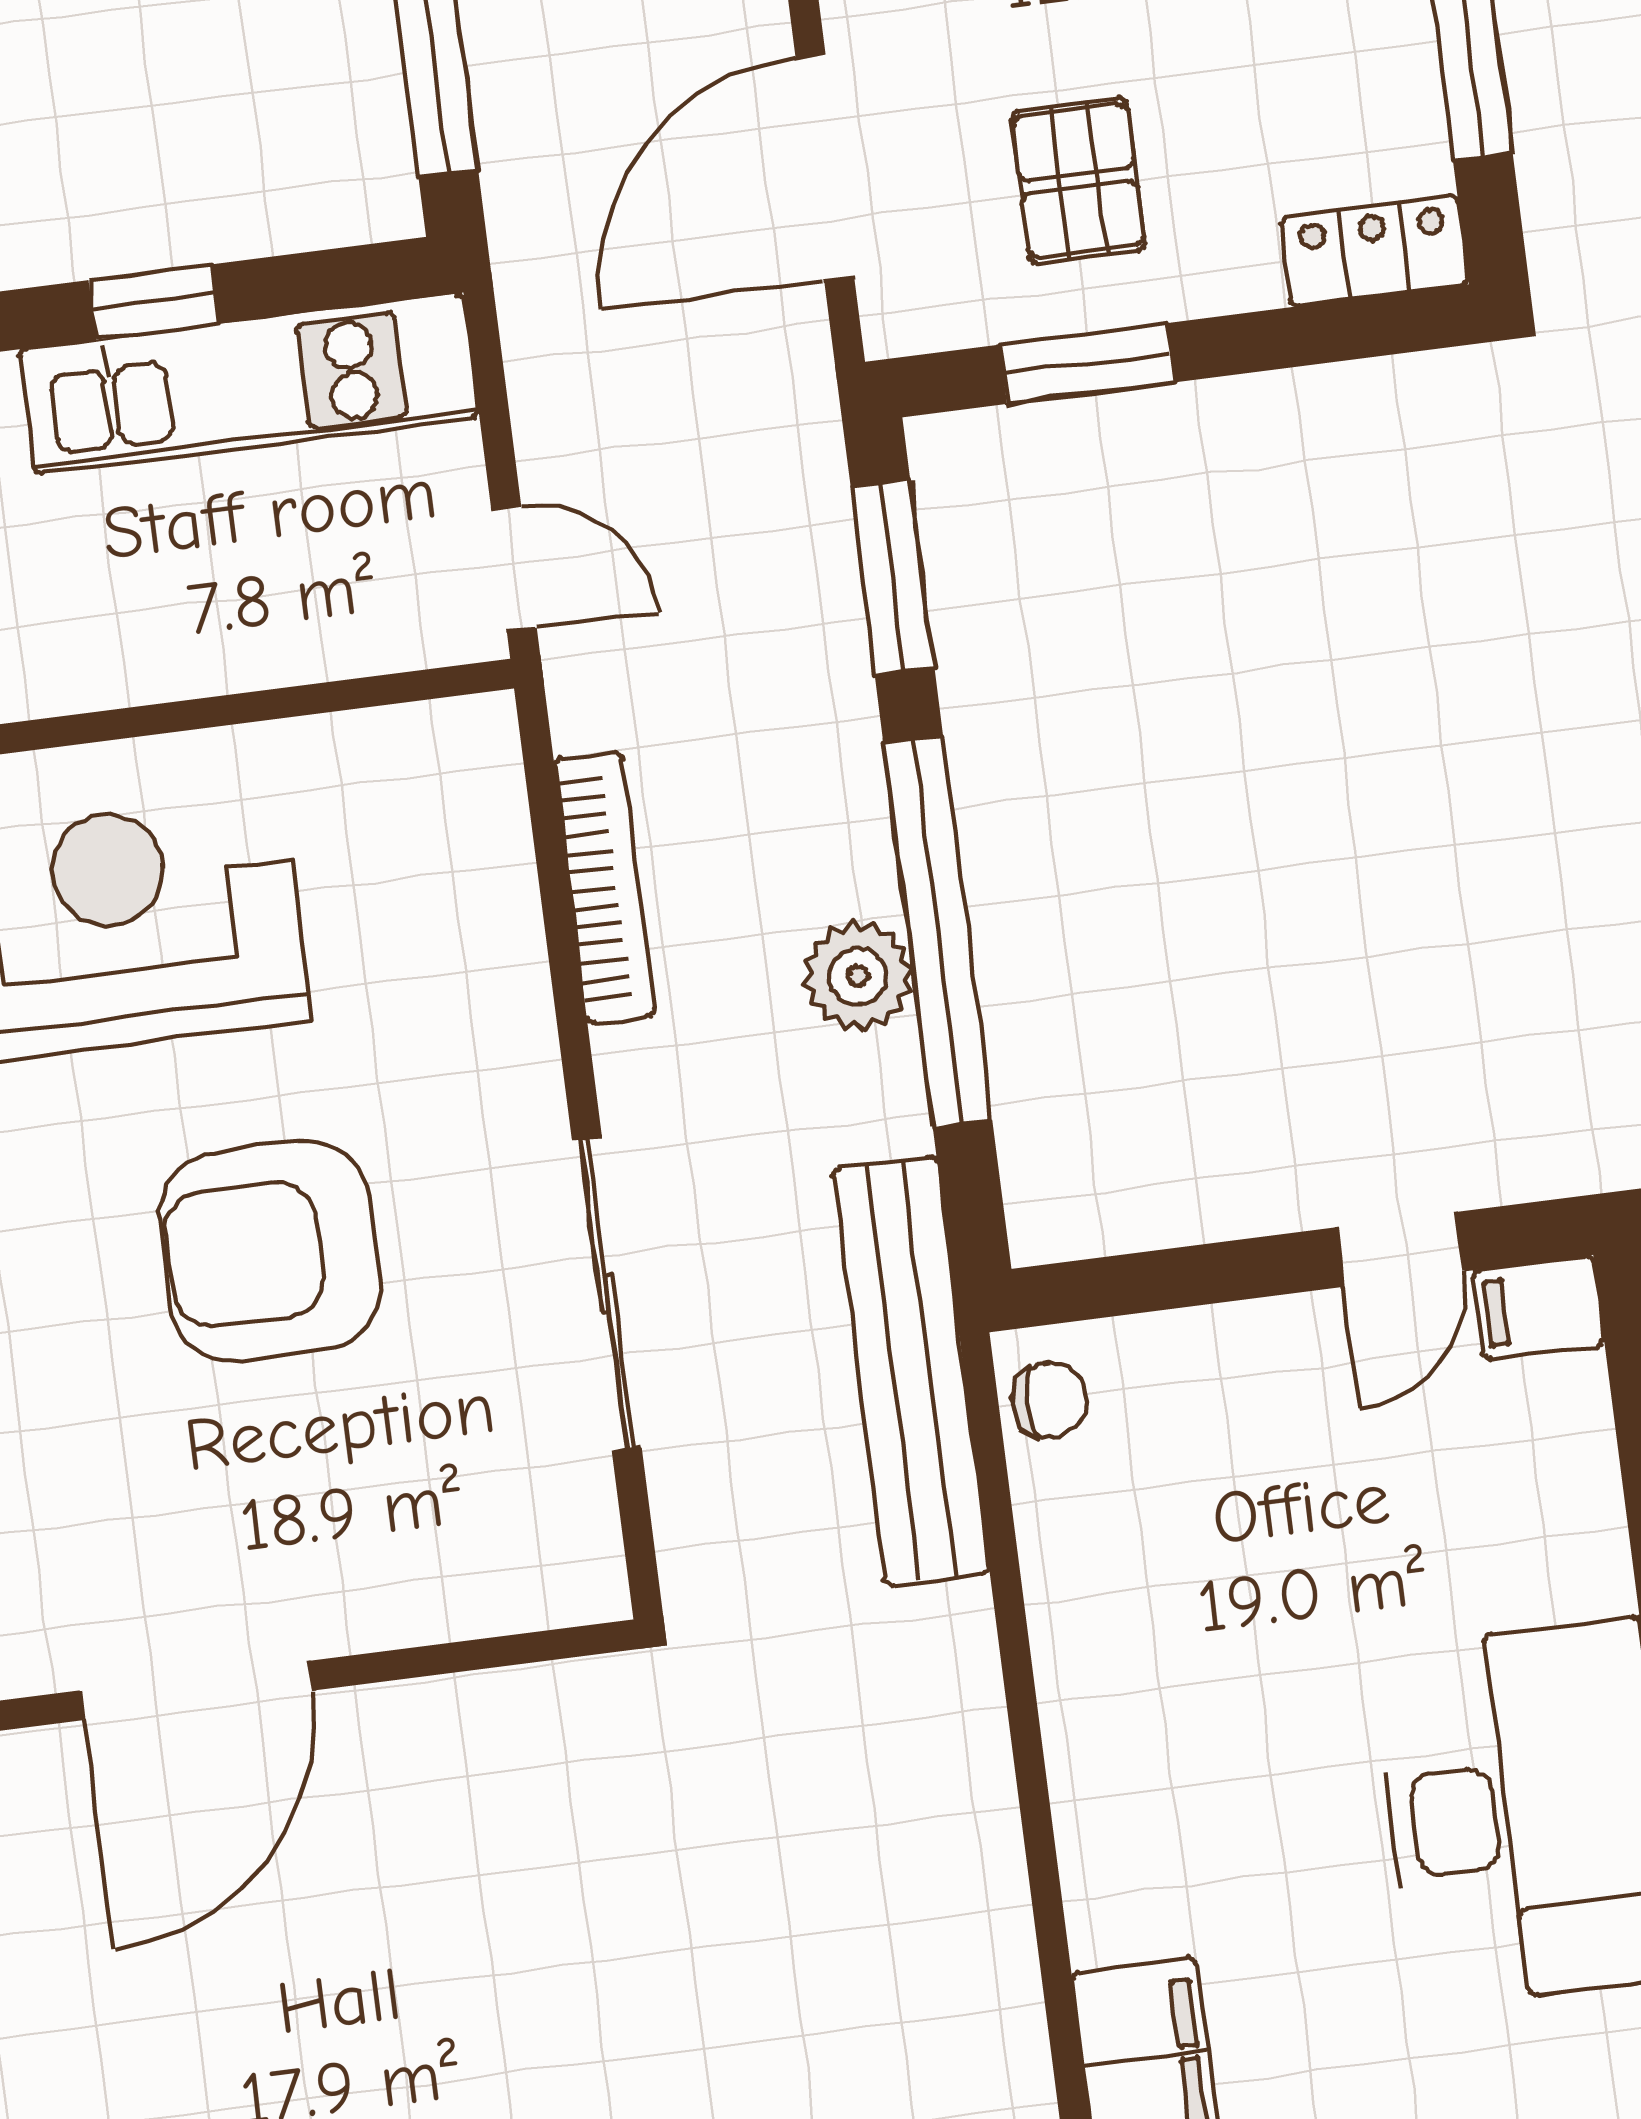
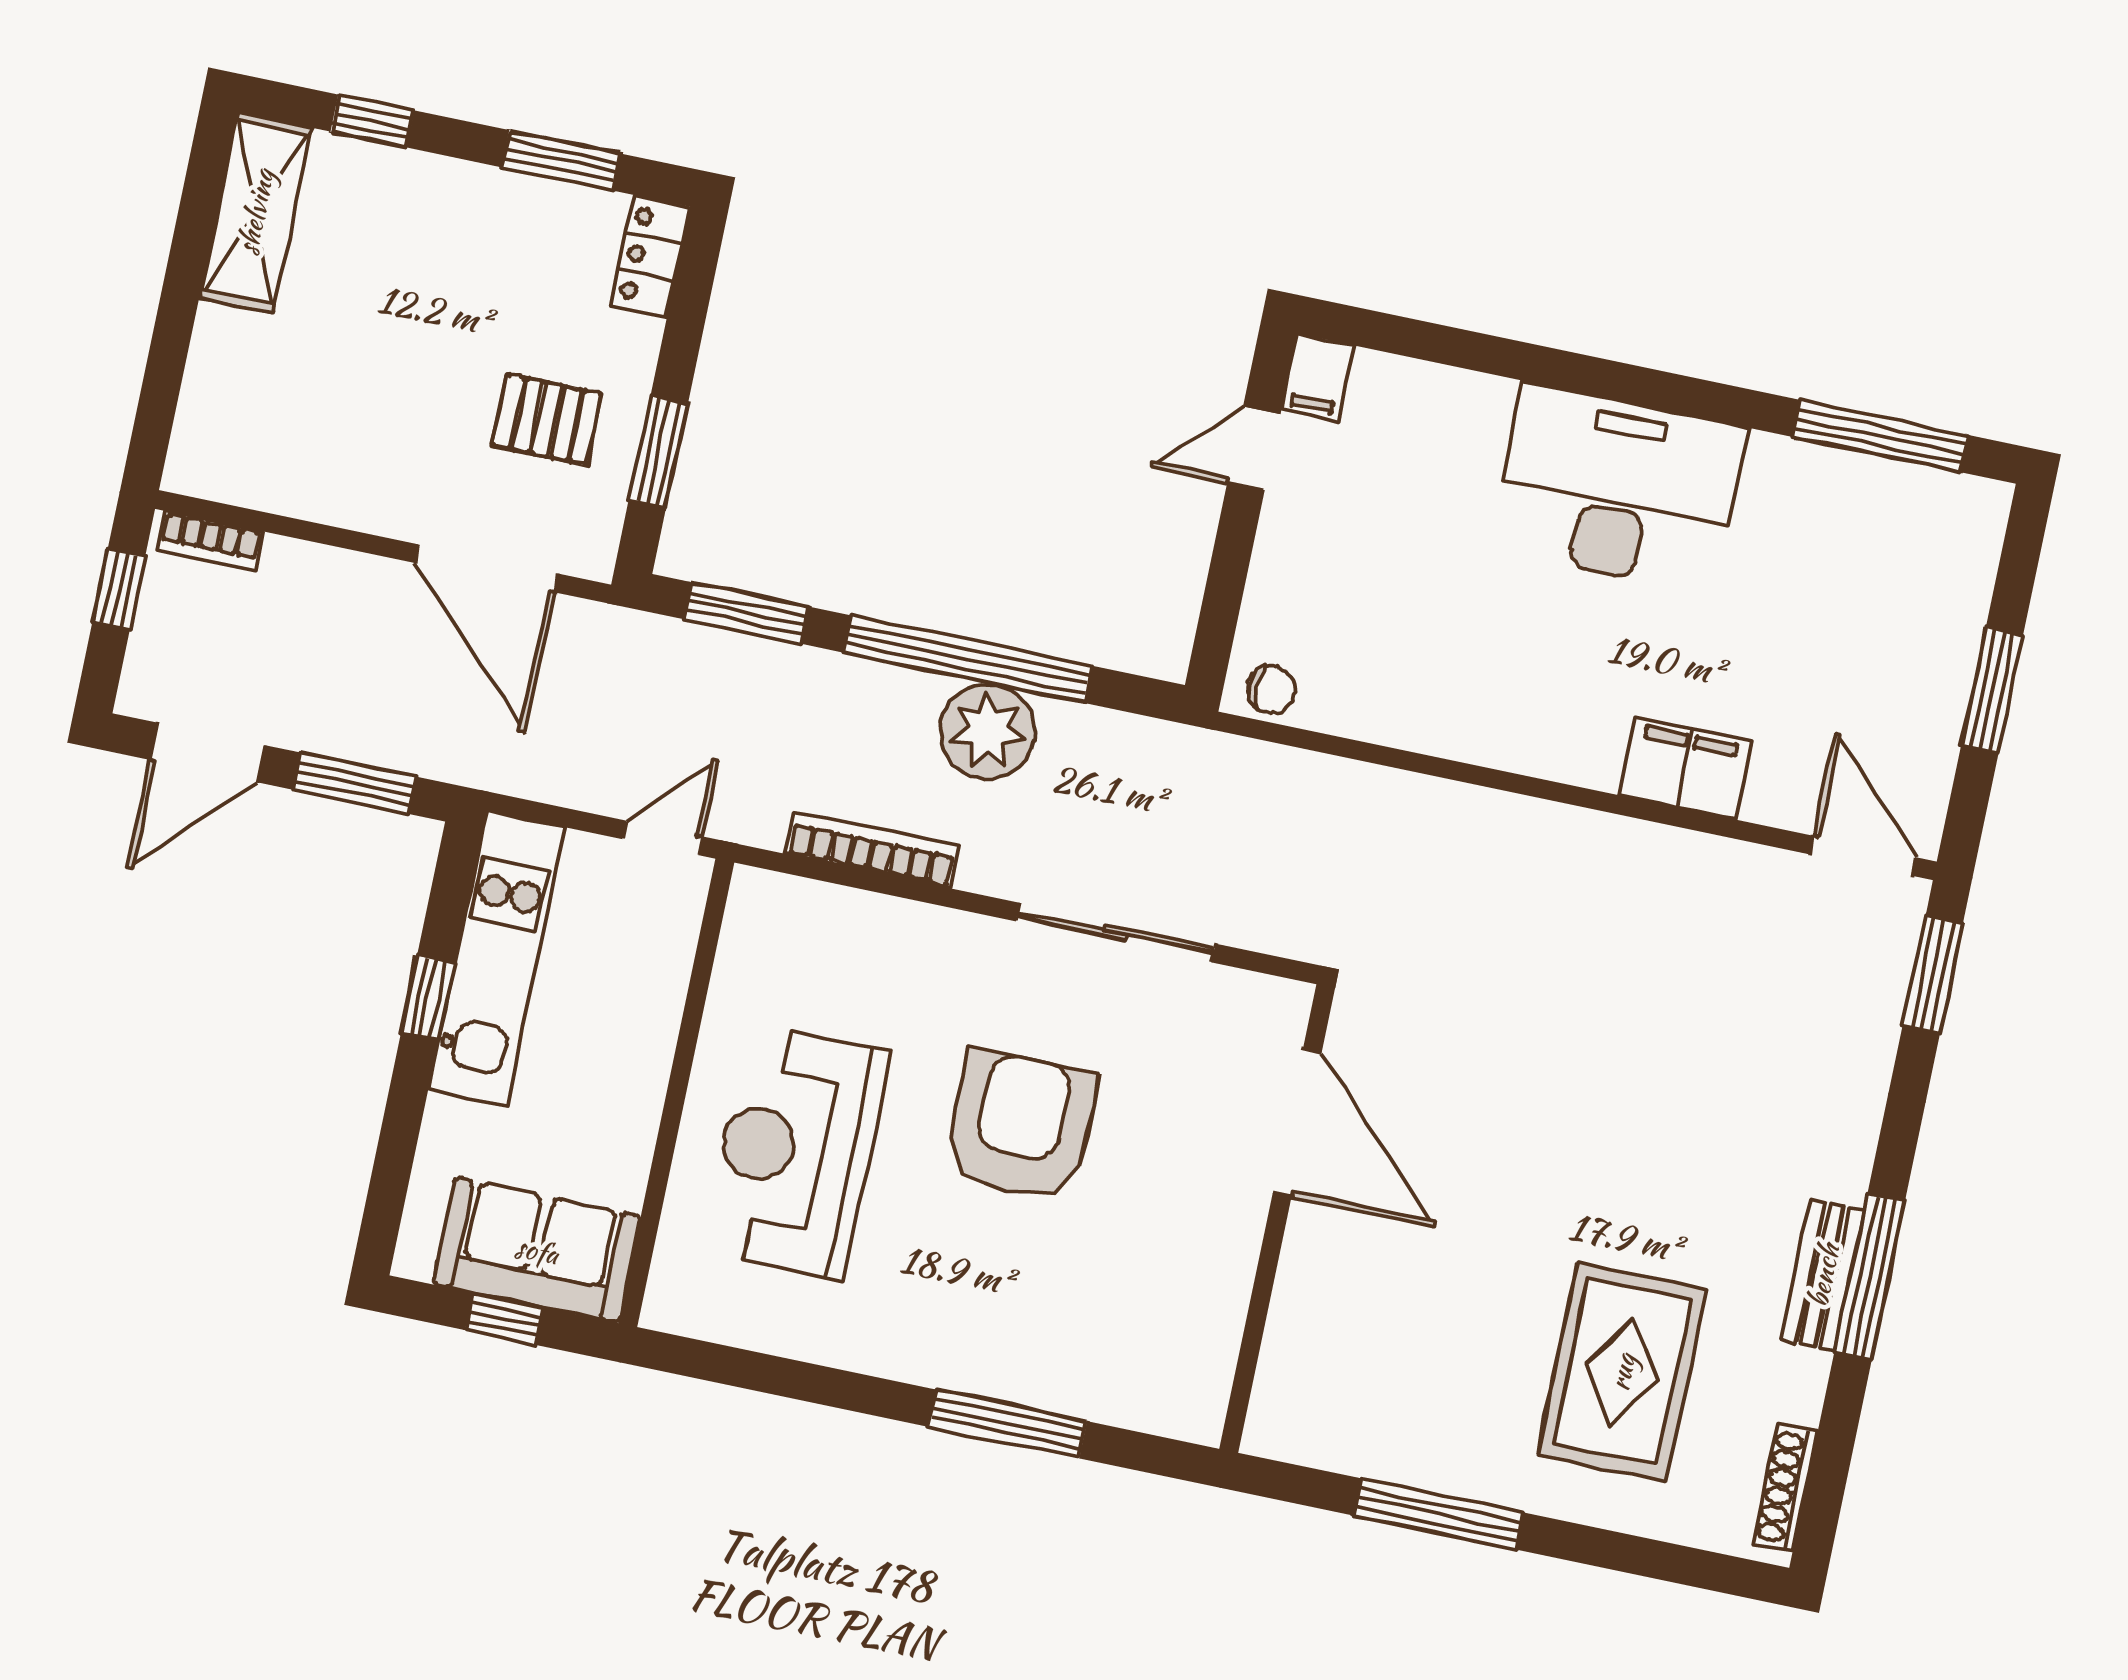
plant: (858, 976) -> (988, 731), width x1.36, depth x1.36
door: (1400, 1249) -> (1254, 448), swing flipped
armchair: (270, 1251) -> (1020, 1126), turned 180
bench: (911, 1371) -> (1225, 766), removed
chair: (1049, 1400) -> (1271, 690), turned 90
door: (196, 1690) -> (1297, 1123), moved

